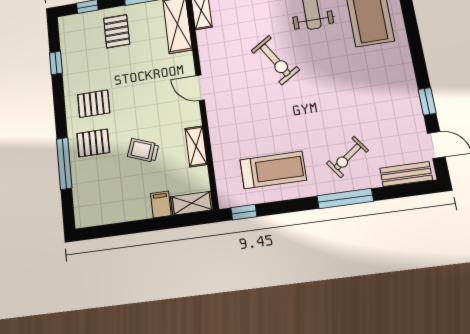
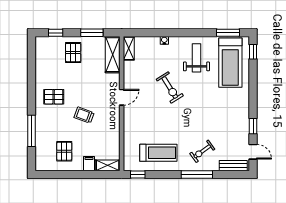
window: (56, 63) -> (31, 67), removed
door: (200, 88) -> (122, 97), swing flipped
pallet: (93, 143) -> (64, 151), moved, turned 90
shelving: (196, 146) -> (115, 132), removed
trolley: (143, 150) -> (84, 115), moved

